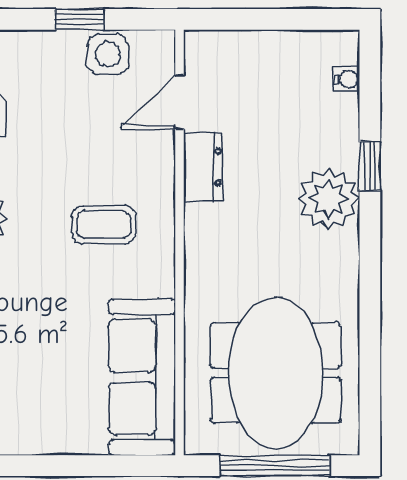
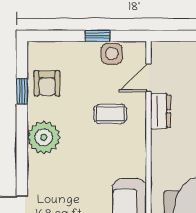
coffee table: (104, 225) -> (110, 114), moved

